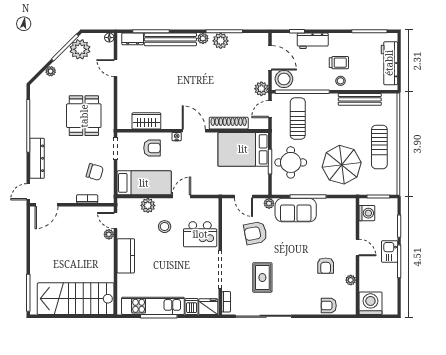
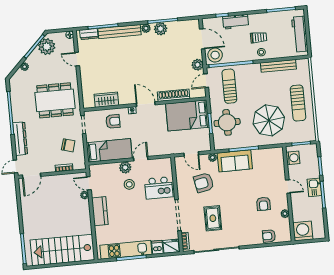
dining table: (84, 116) -> (55, 100), width x1.37
plant: (148, 205) -> (125, 167), moved

